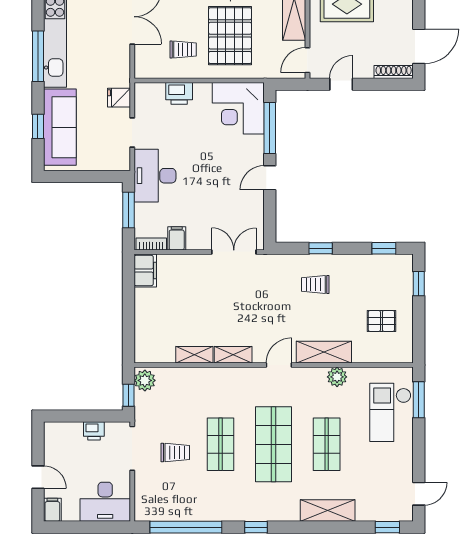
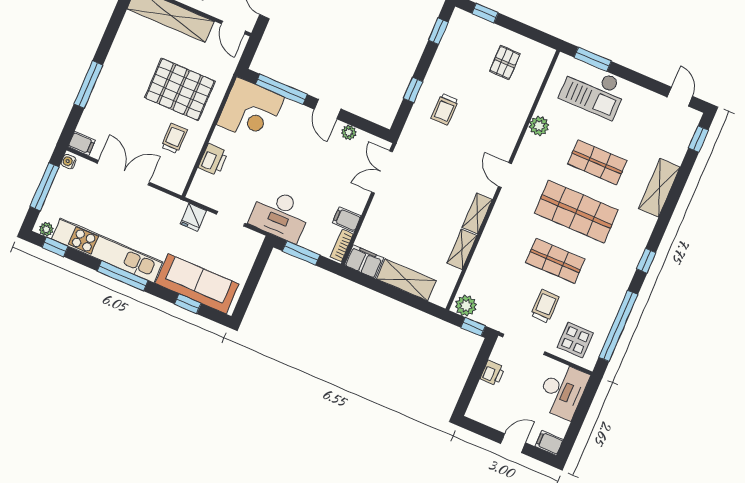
plant: (257, 206) -> (349, 132), added
shelving: (324, 352) -> (406, 280), moved, turned 90
display table: (156, 493) -> (575, 340), added

